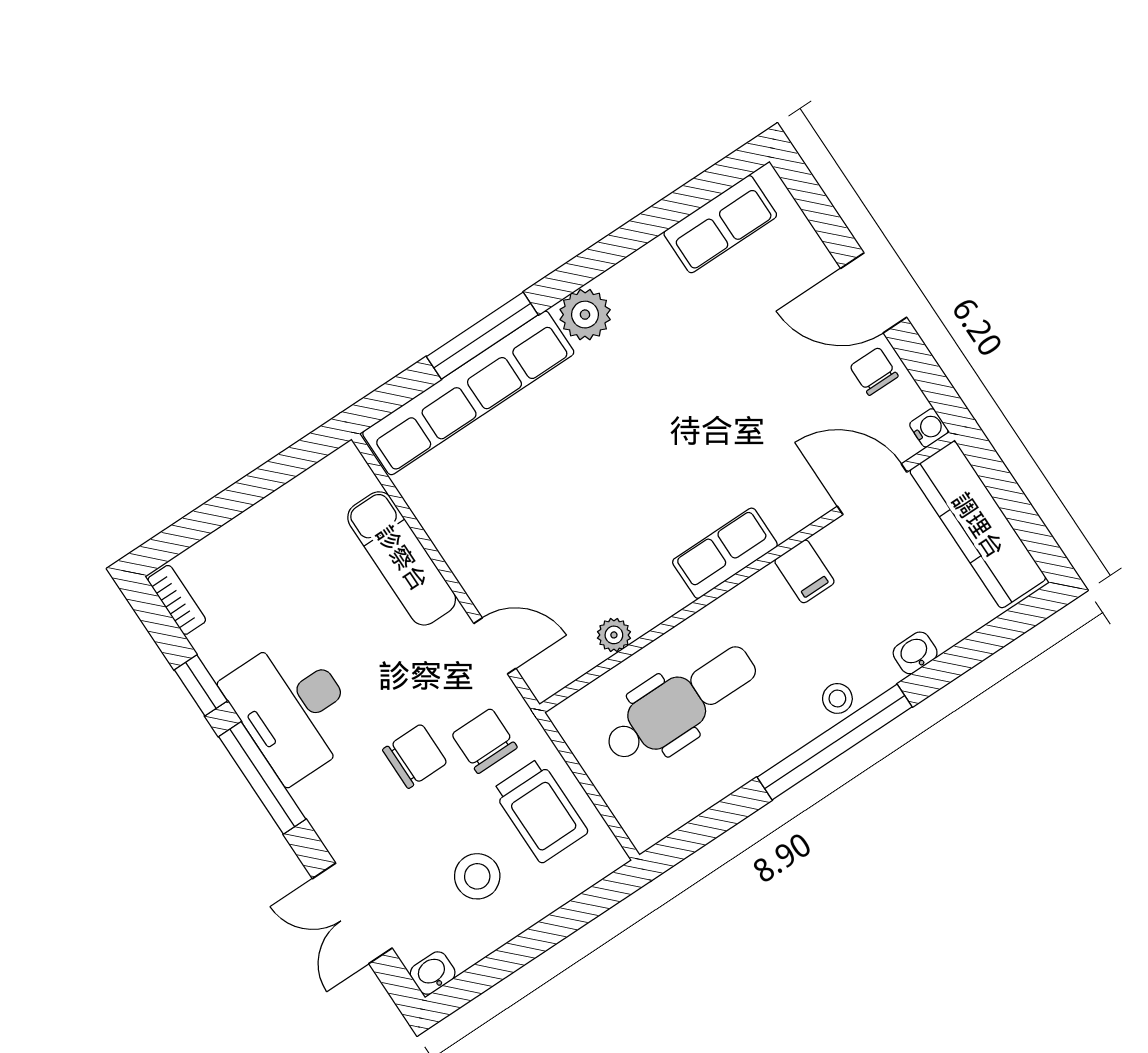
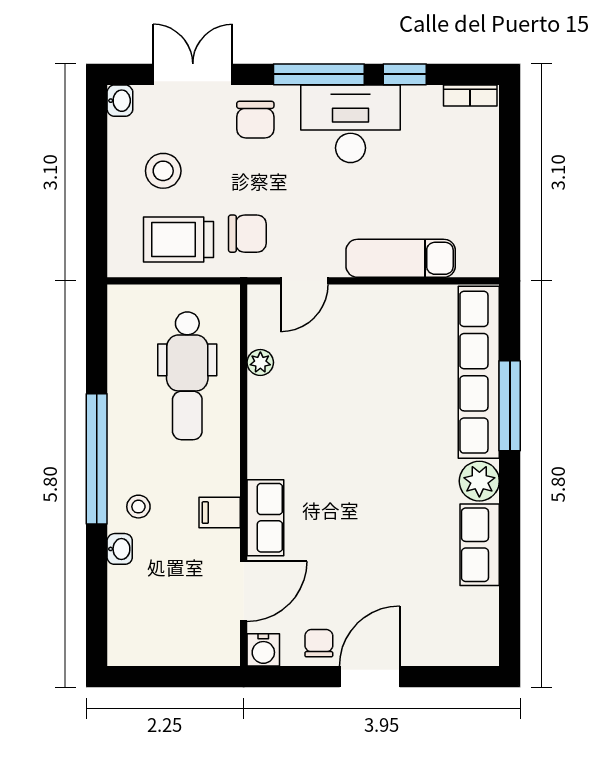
row of seats: (720, 224) -> (480, 545), moved
chair: (874, 371) -> (319, 643), turned -90
water cooler: (929, 428) -> (263, 650), width x1.38, depth x1.38
kitchen counter: (978, 525) -> (176, 644), removed
row of seats: (725, 553) -> (265, 518), moved
stool: (837, 698) -> (138, 507), moved
chair: (415, 756) -> (255, 120), moved

